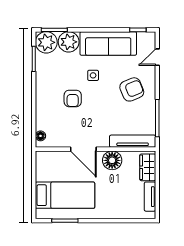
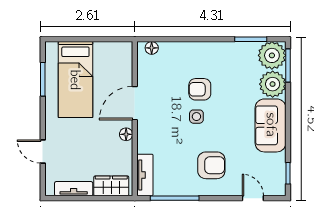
sofa: (108, 43) -> (271, 125), width x0.73
side table: (93, 75) -> (196, 117), moved
armchair: (132, 89) -> (211, 165), turned -68
tv unit: (133, 141) -> (145, 175), width x0.71
floor lamp: (112, 160) -> (126, 134), width x0.53, depth x0.53
door: (121, 221) -> (43, 151), added

